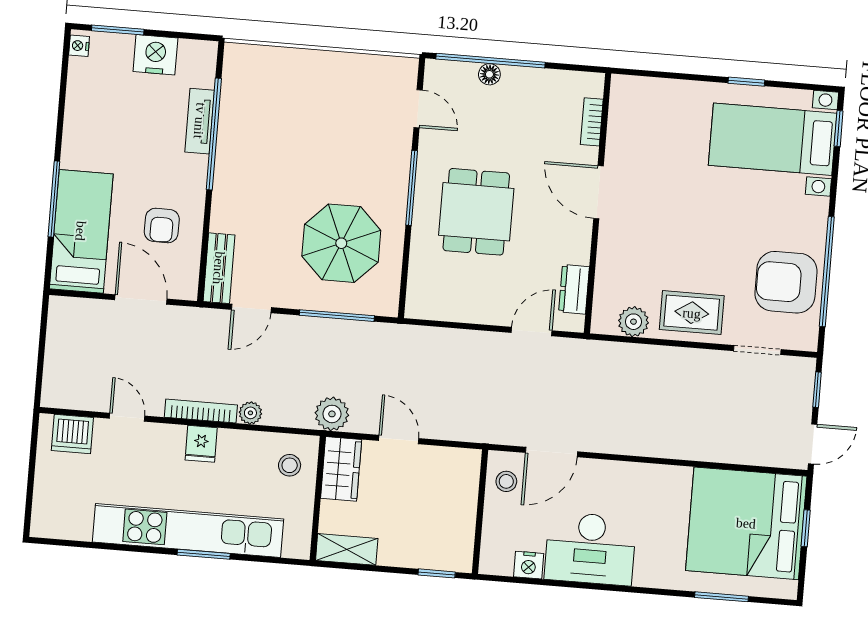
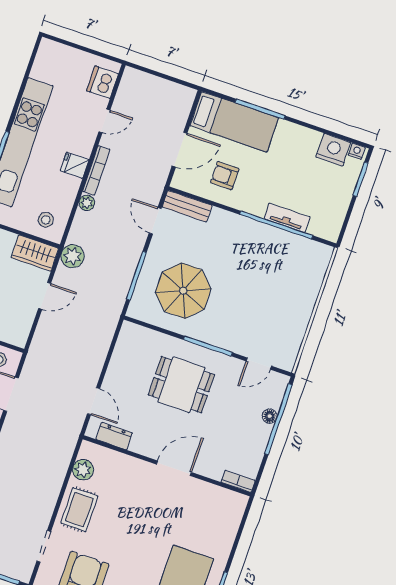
nightstand: (155, 55) -> (333, 150), moved, turned -90
bookcase: (592, 122) -> (238, 481), moved

